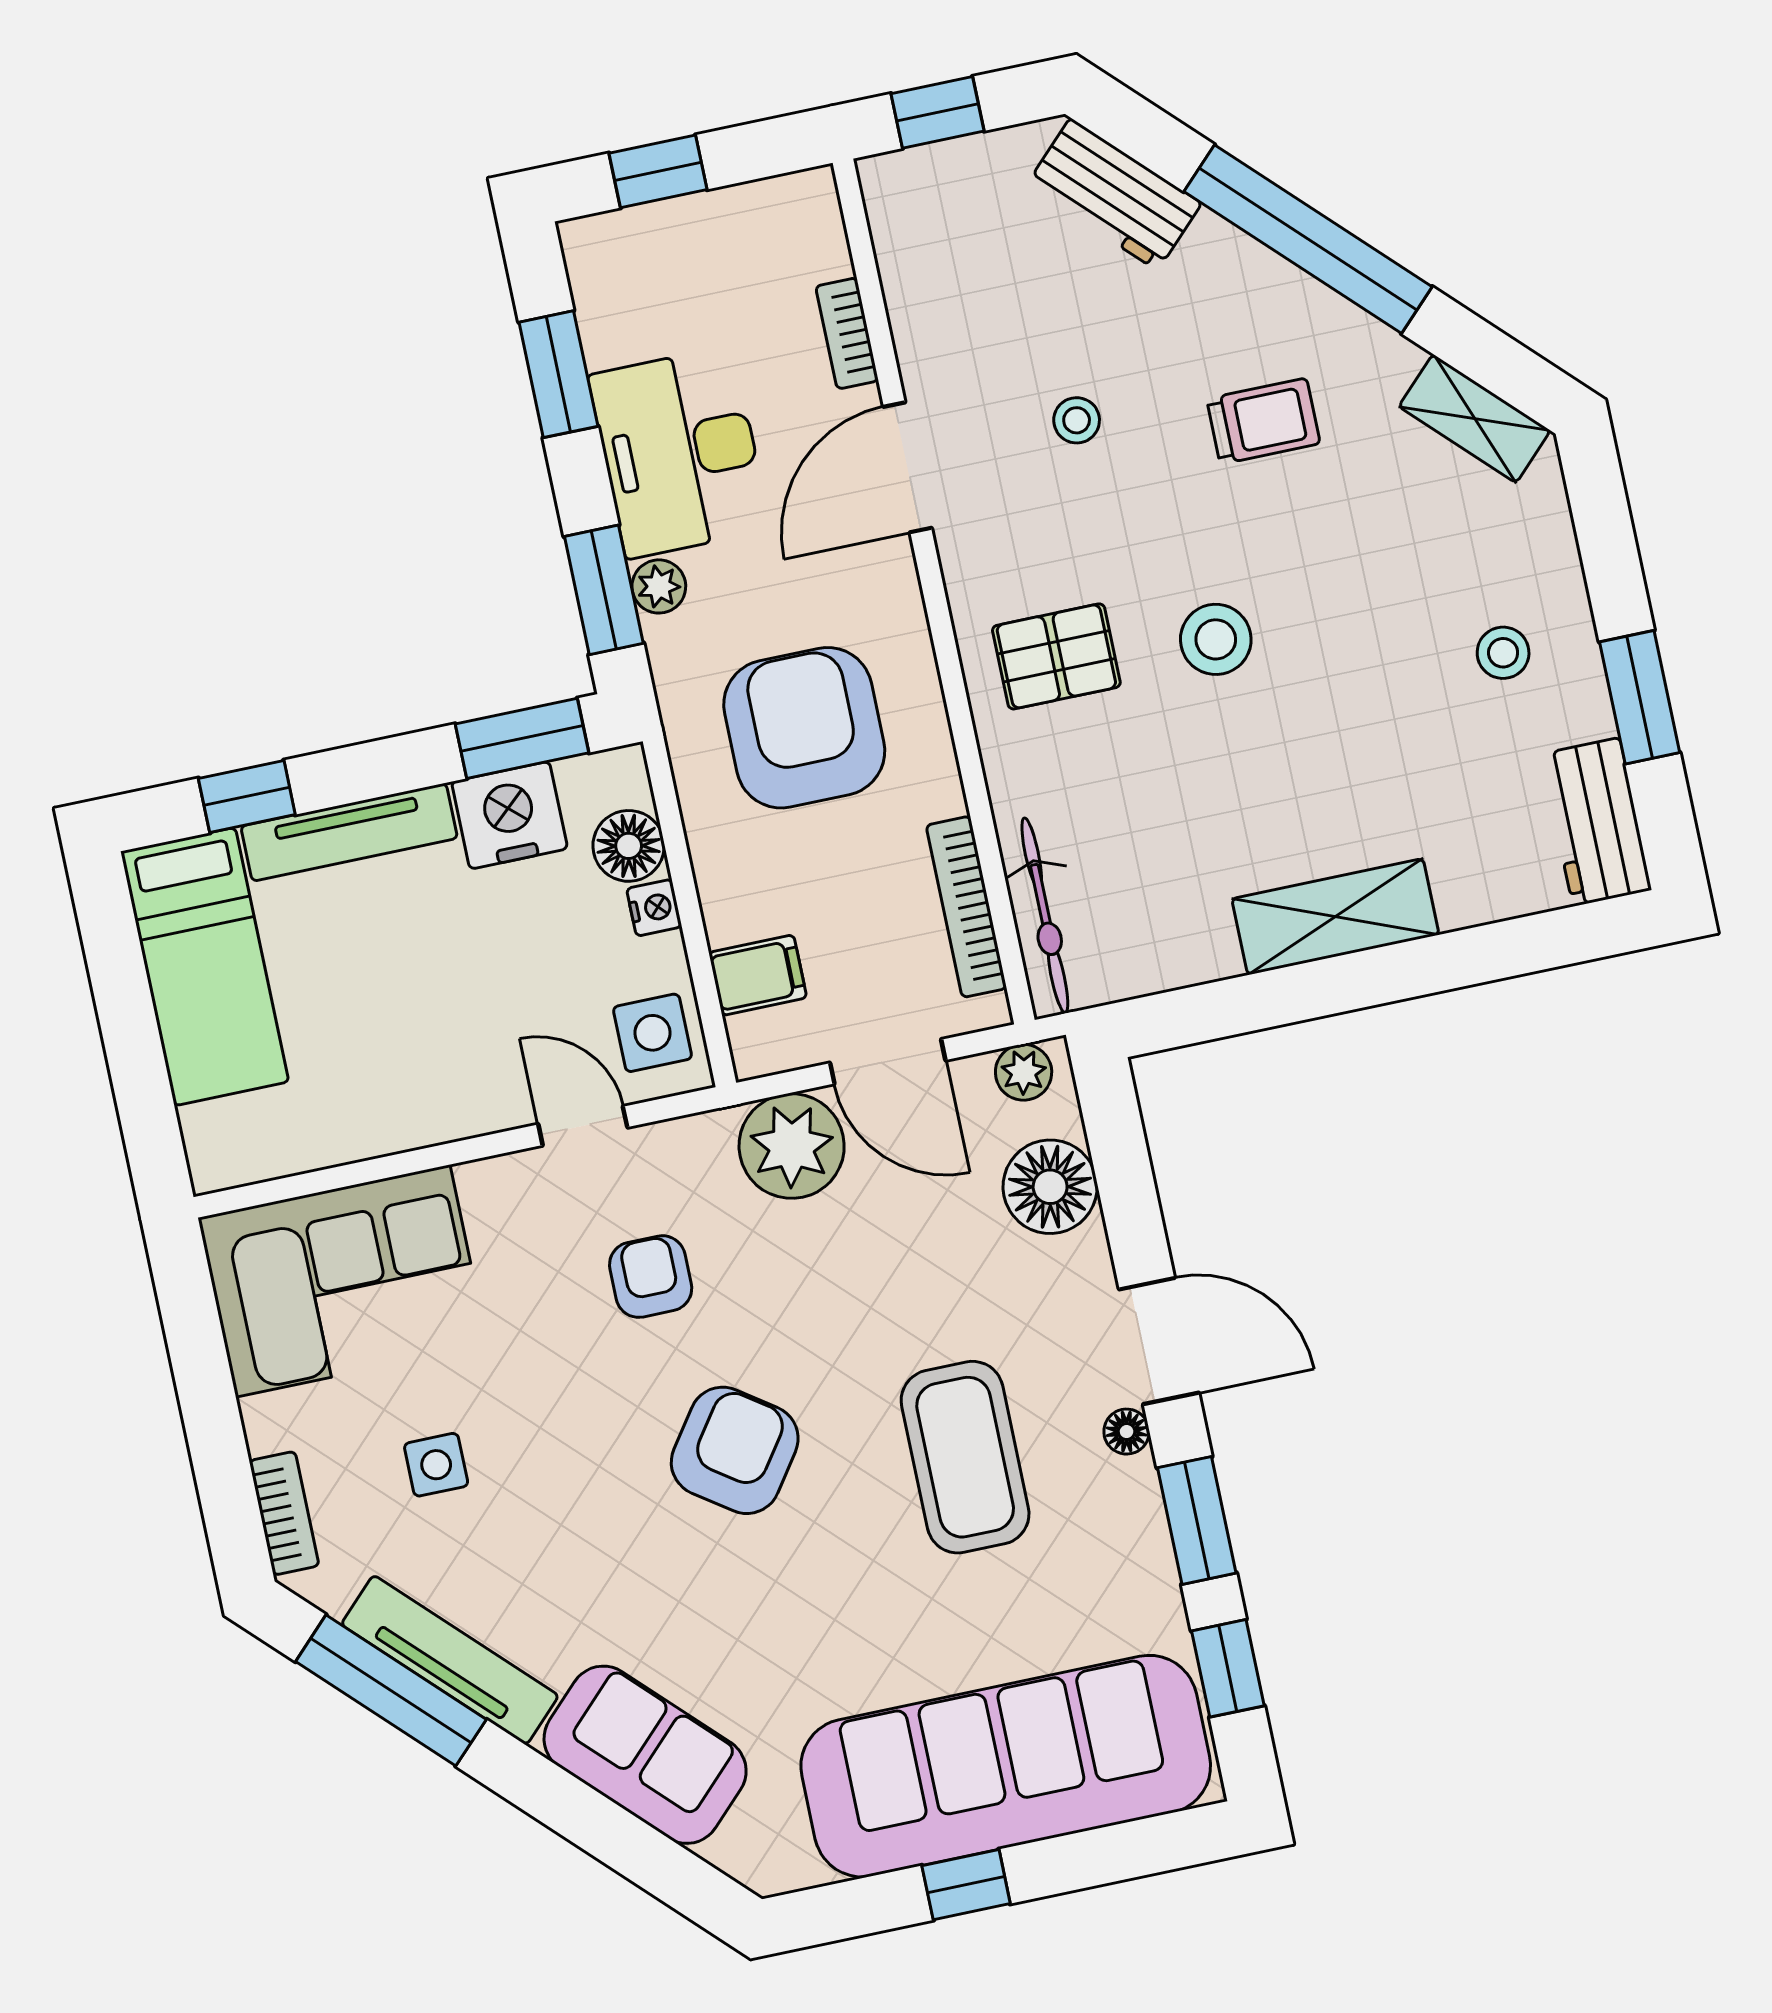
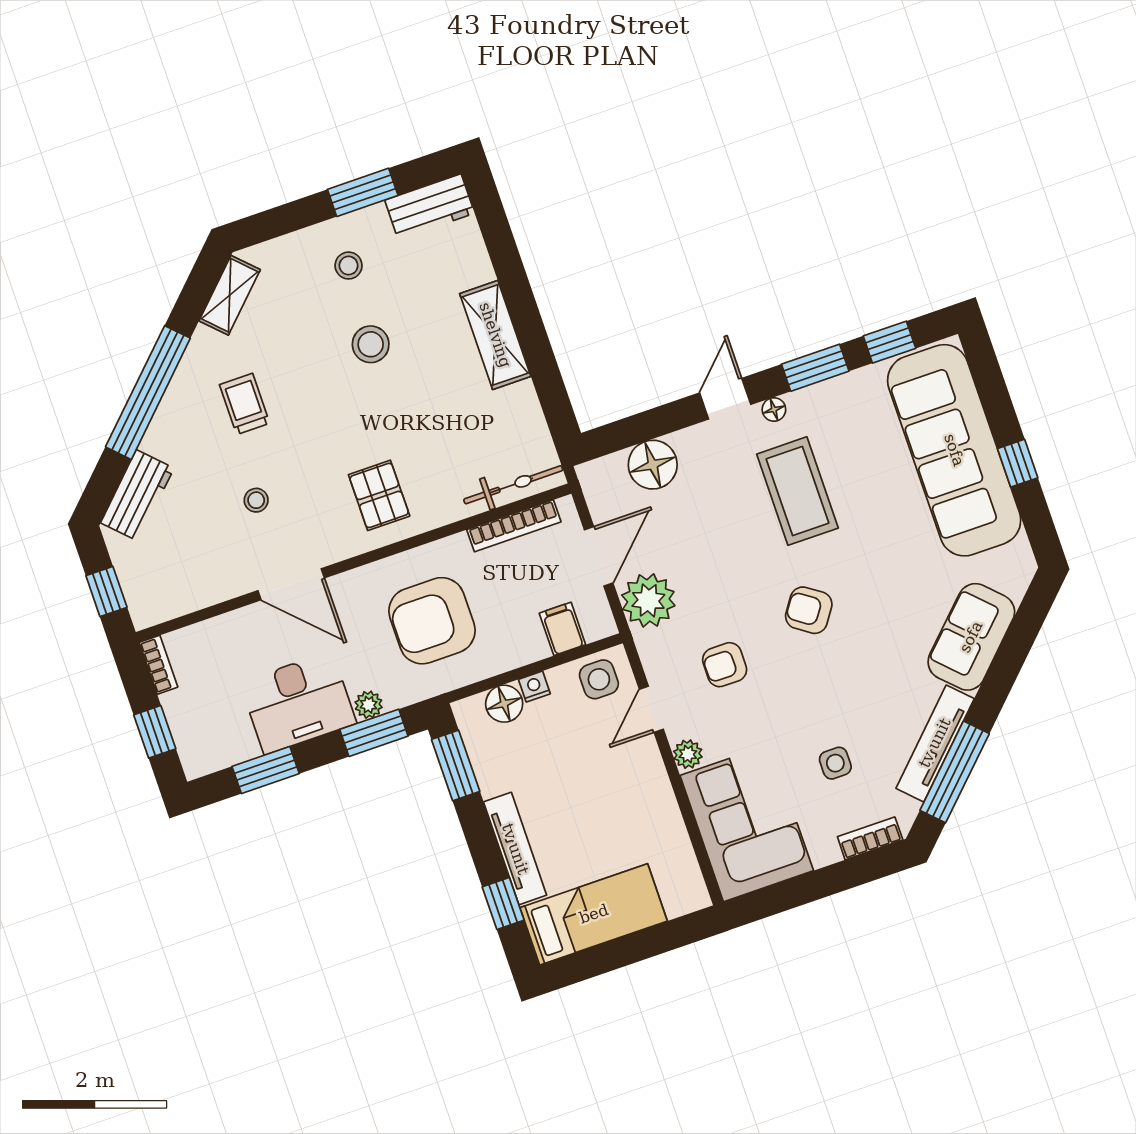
bookcase: (847, 333) -> (158, 665), moved, turned -90
stool: (1216, 639) -> (371, 344), moved
nightstand: (510, 815) -> (496, 767), removed
plant: (1024, 1072) -> (688, 754), moved
door: (1159, 1341) -> (725, 399), width x0.73
armchair: (735, 1450) -> (809, 610), width x0.72, depth x0.72
coffee table: (965, 1457) -> (797, 491), turned 90

